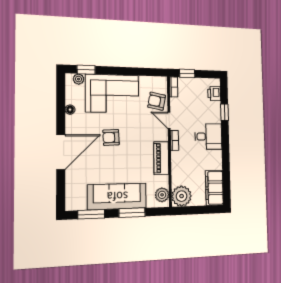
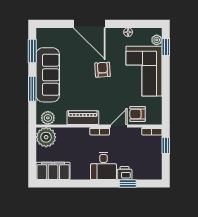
printer: (214, 94) -> (125, 173), moved
armchair: (157, 101) -> (138, 114), turned -101

